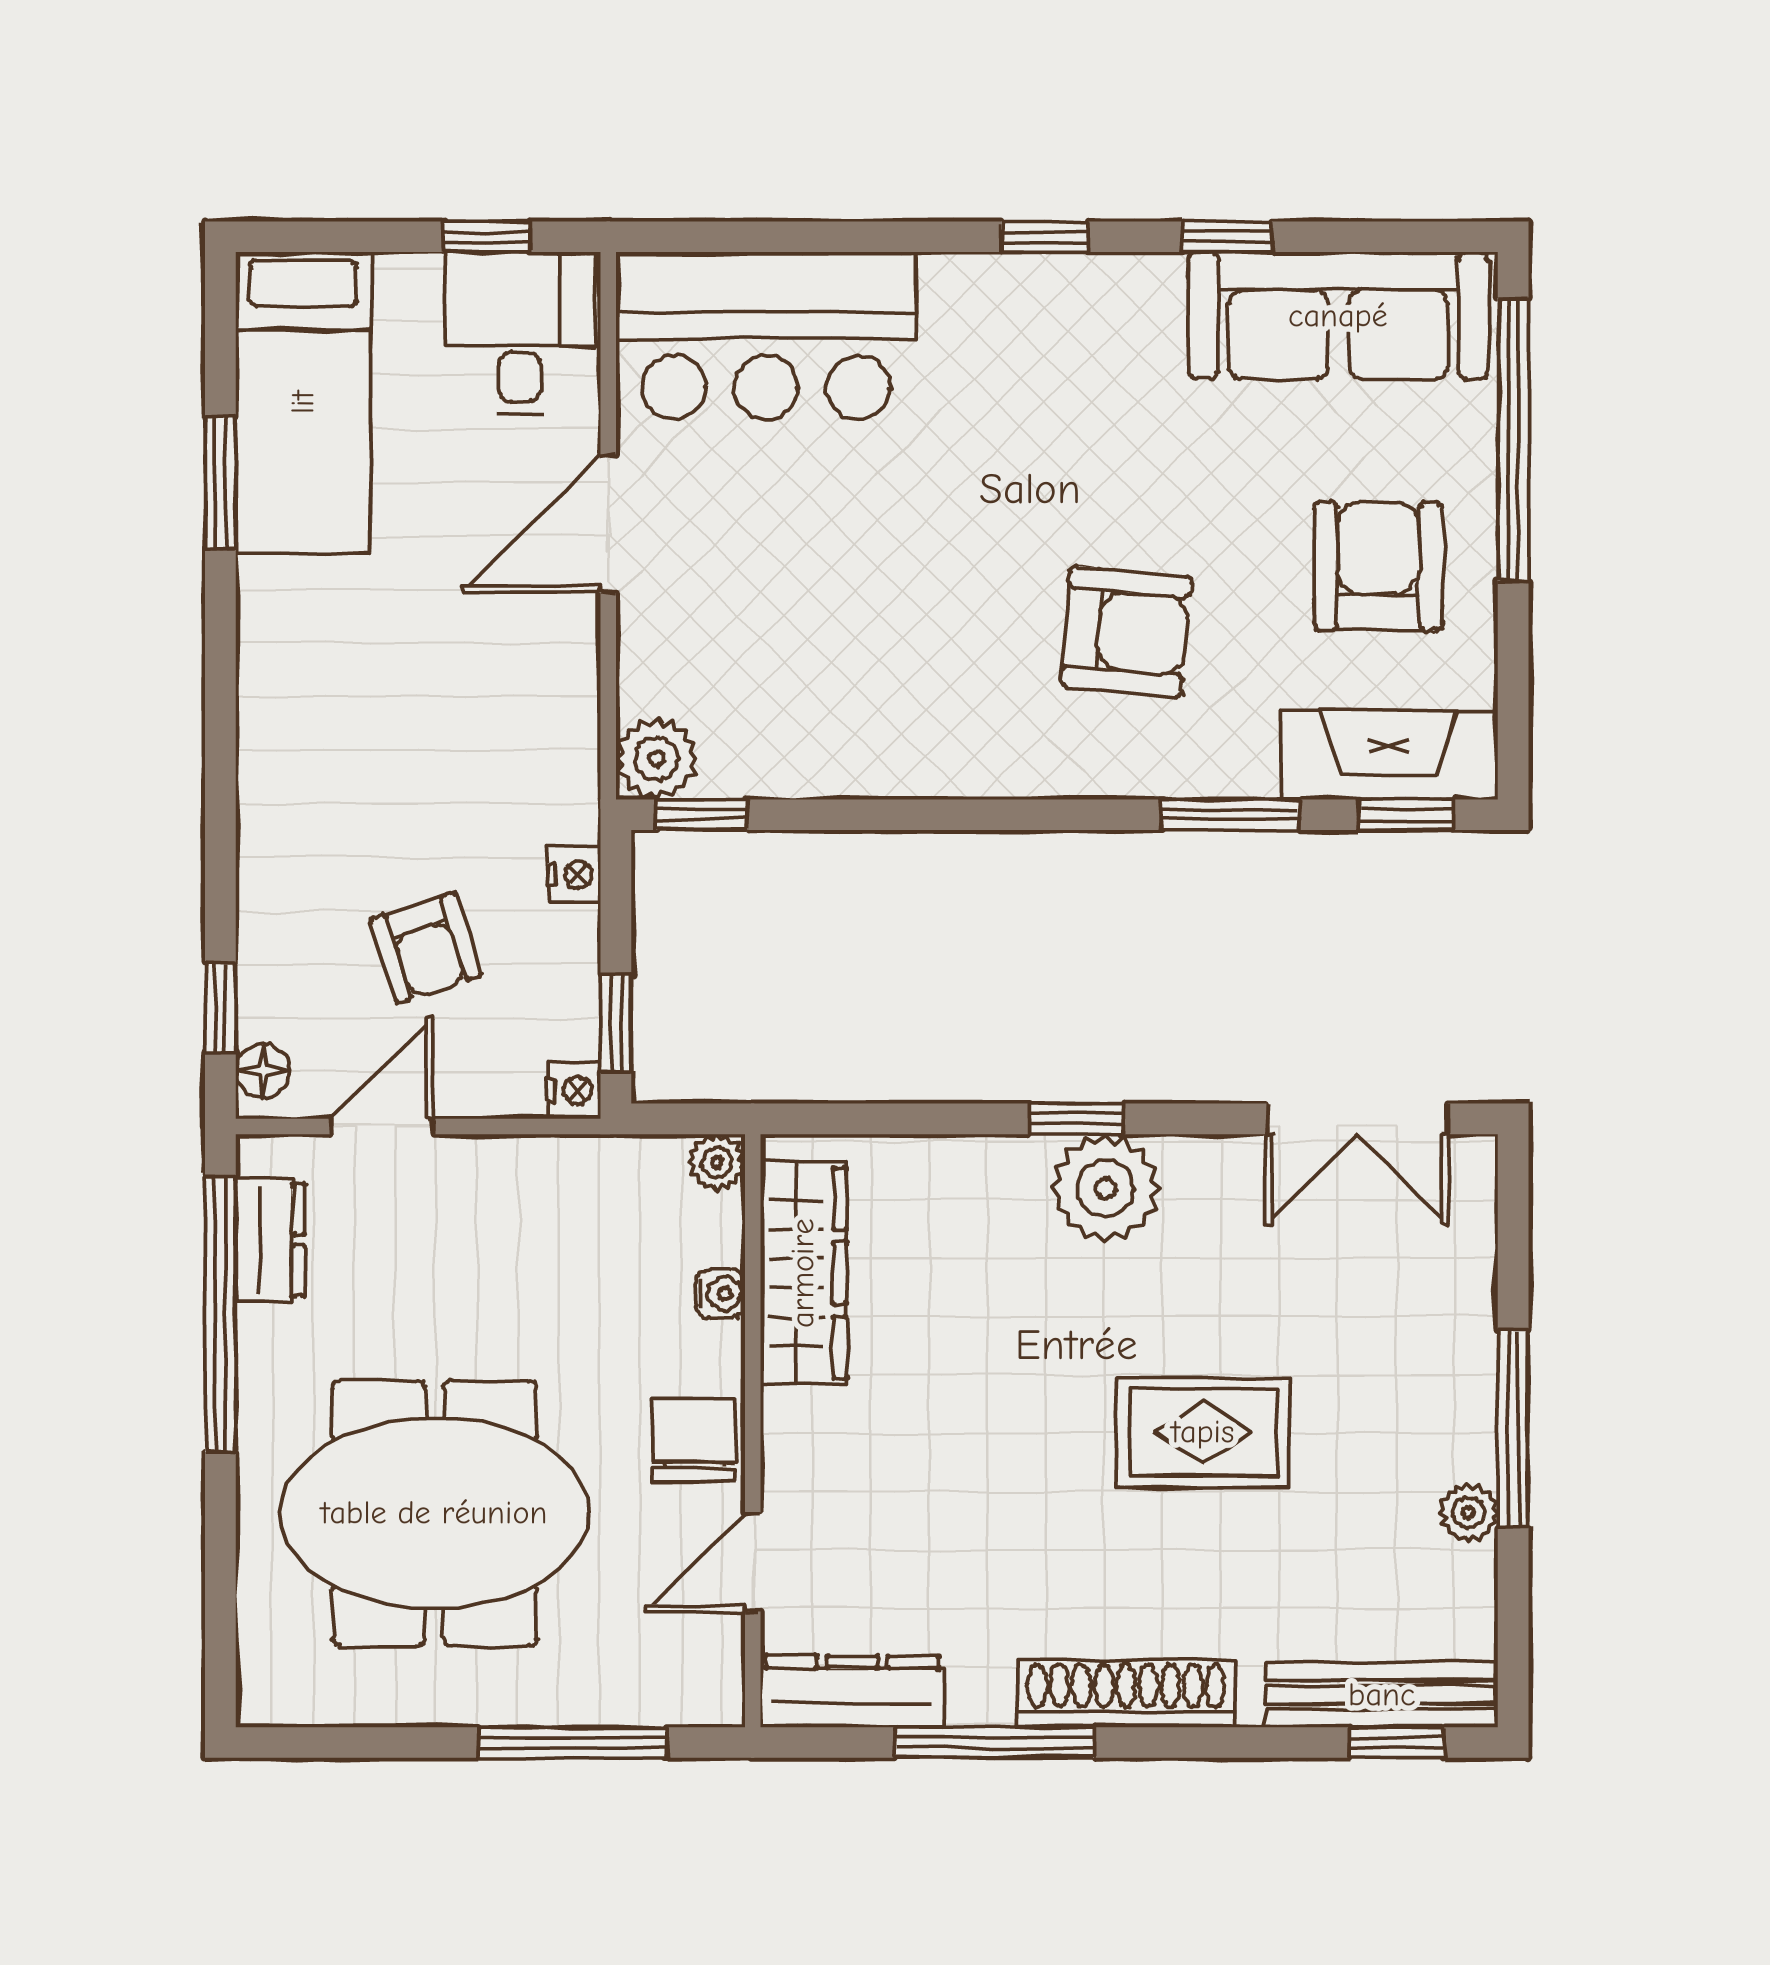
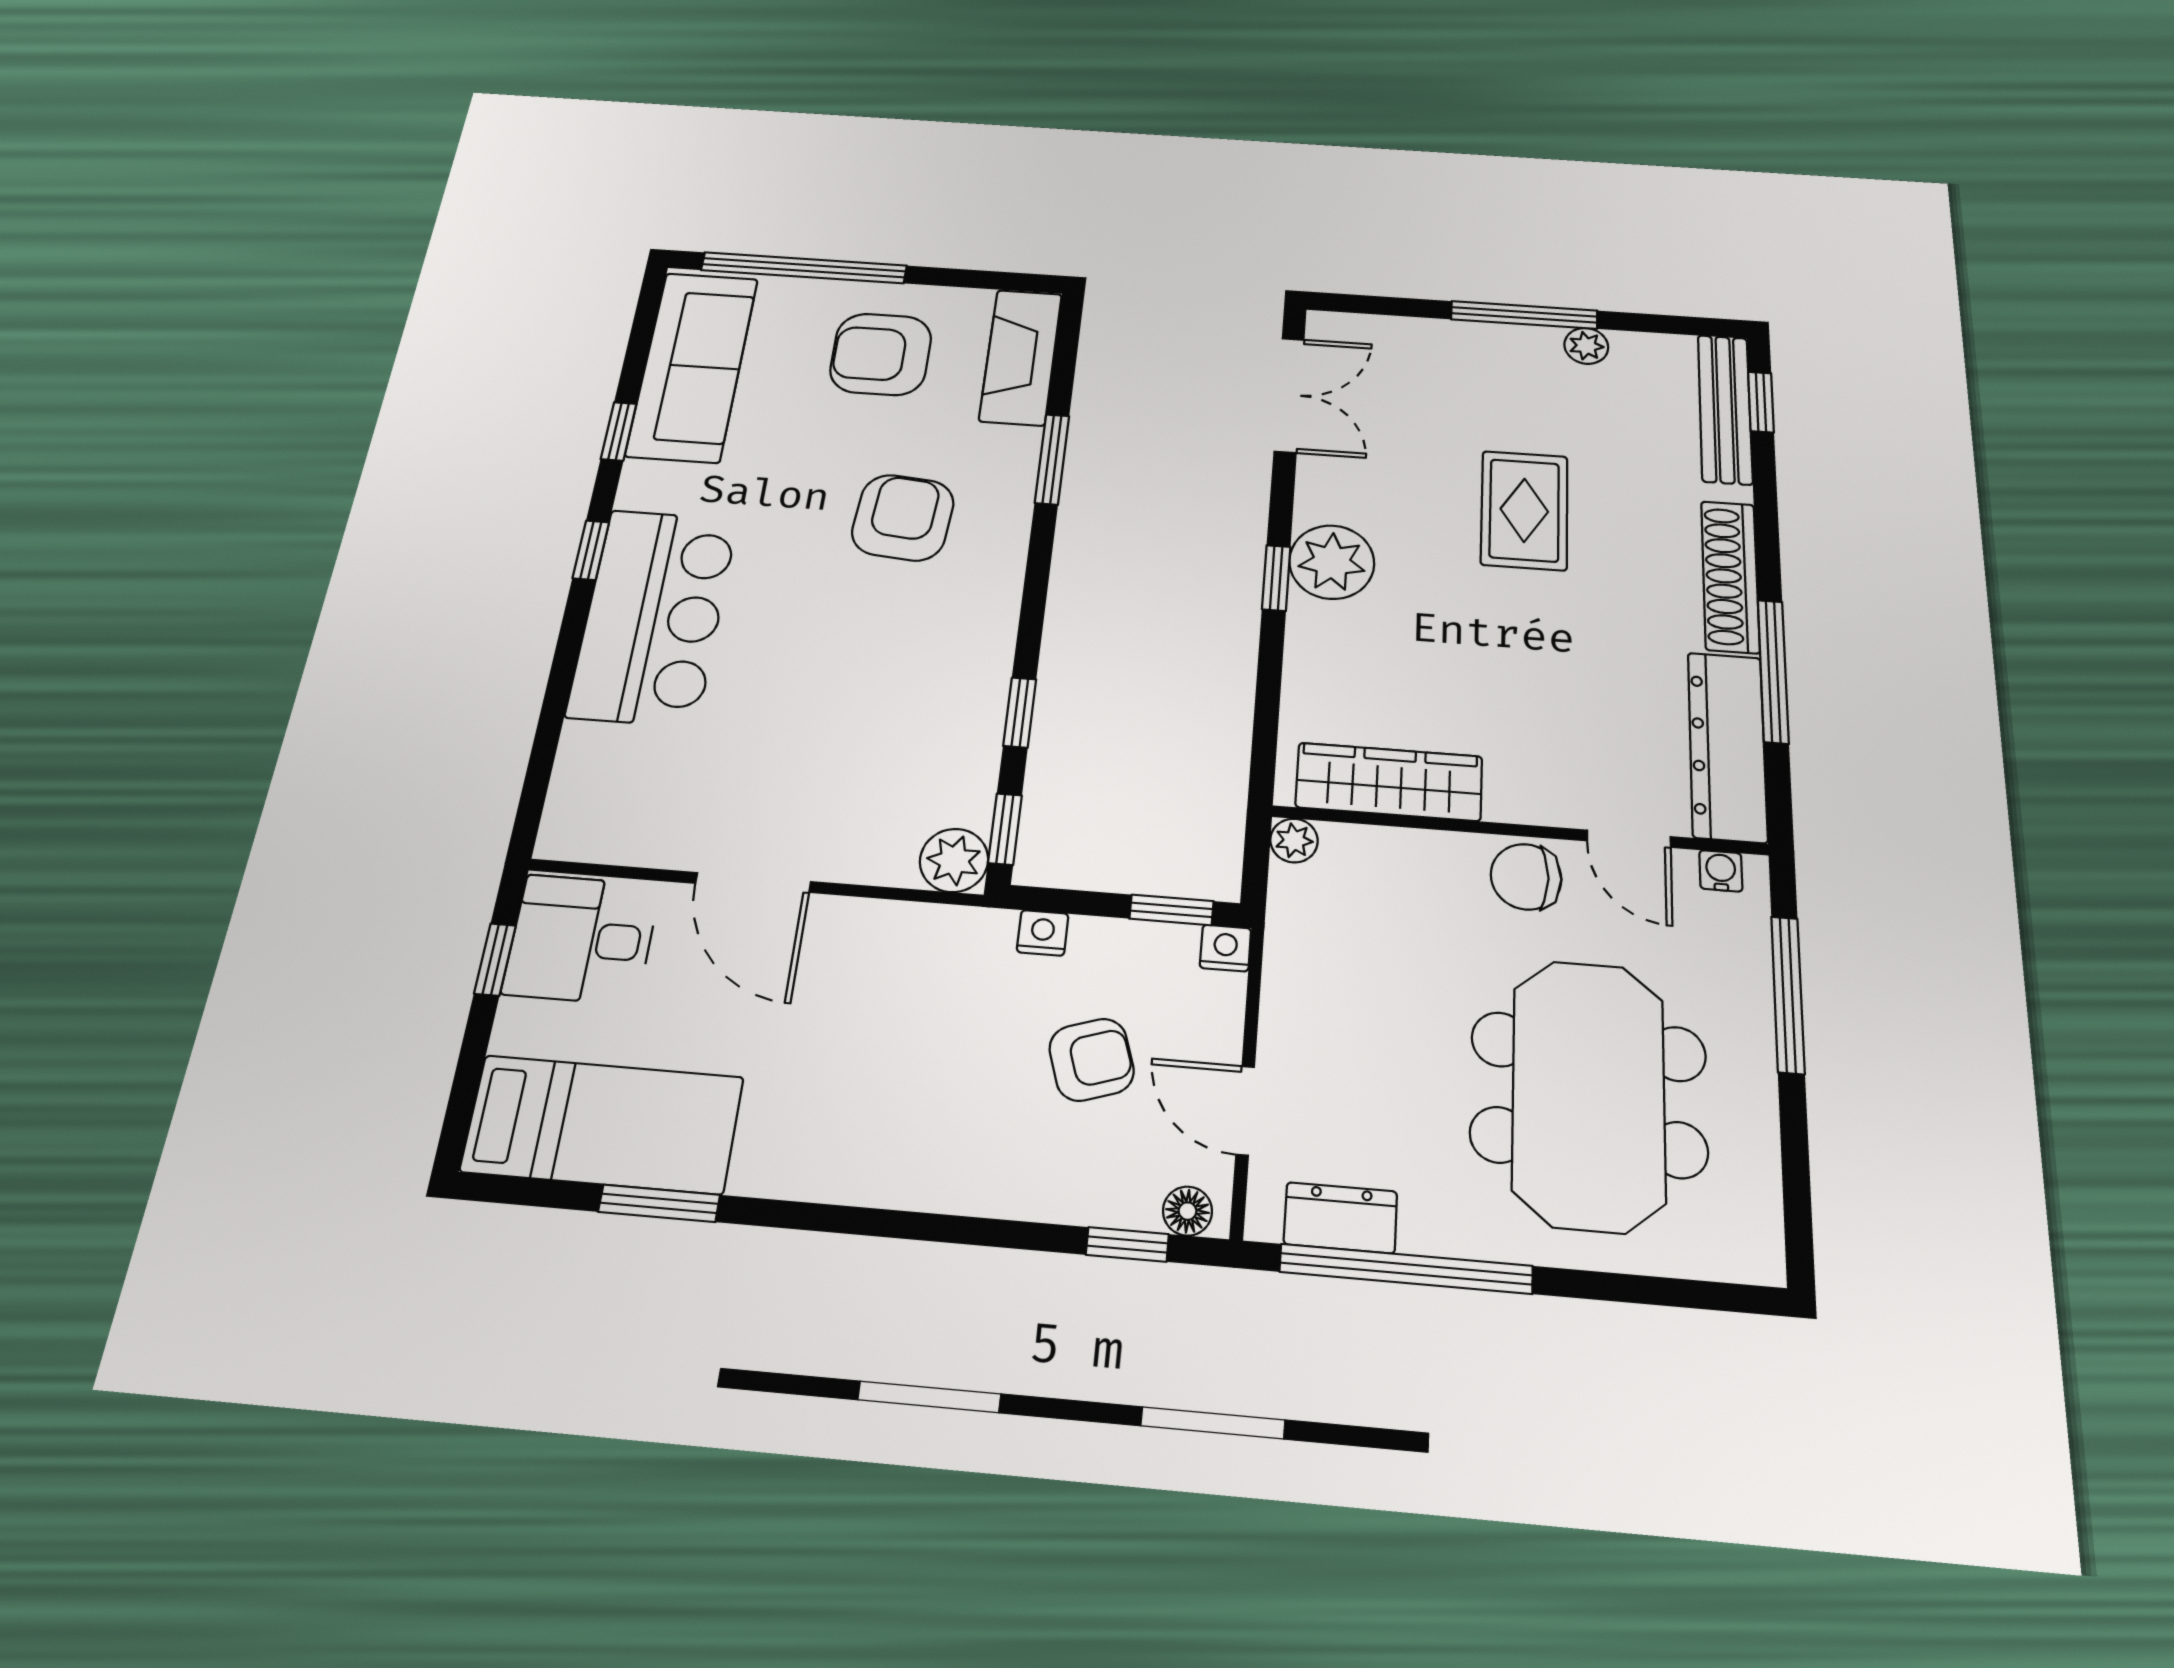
bar counter: (766, 335) -> (653, 616), moved
window: (1406, 815) -> (1020, 712), moved
water cooler: (720, 1294) -> (1721, 871), moved
dresser: (852, 1691) -> (1727, 746), width x1.37, depth x1.24

